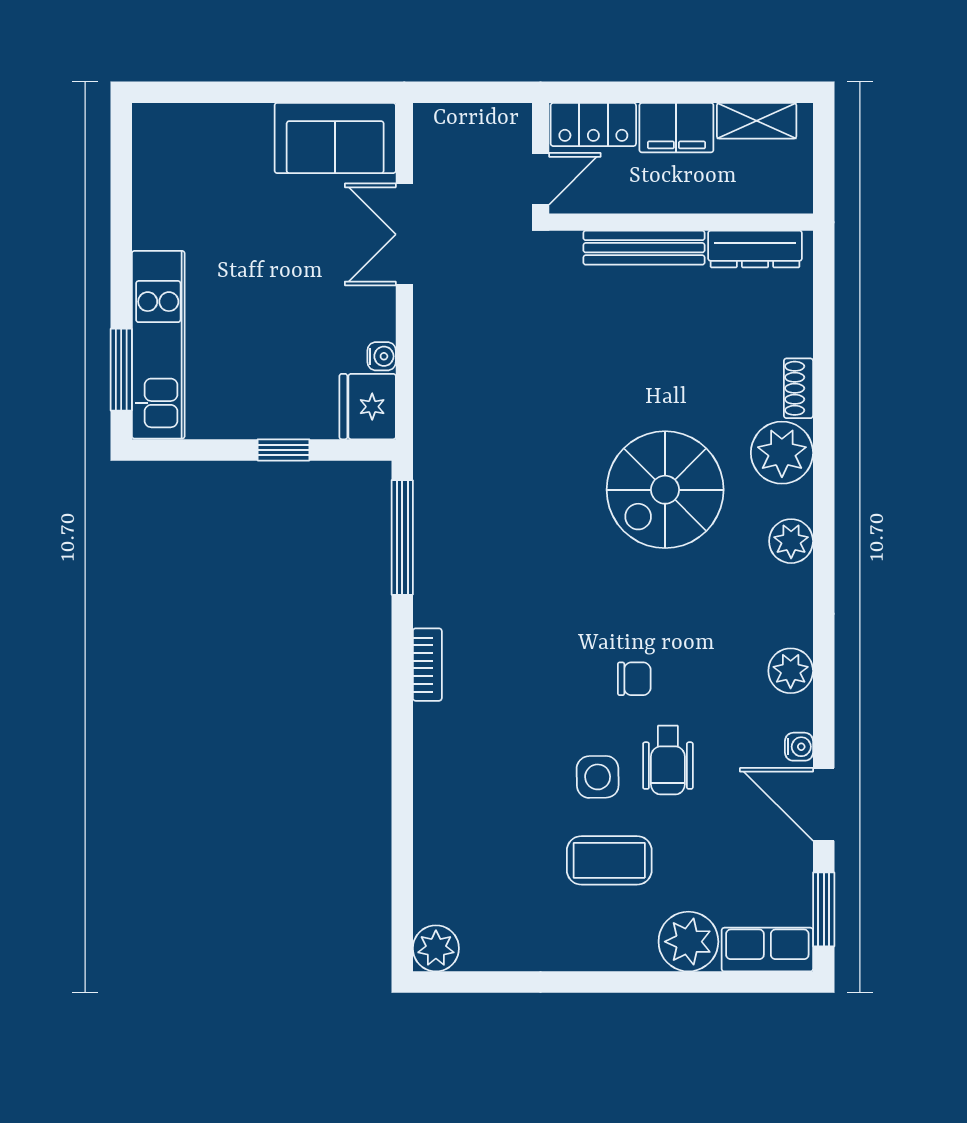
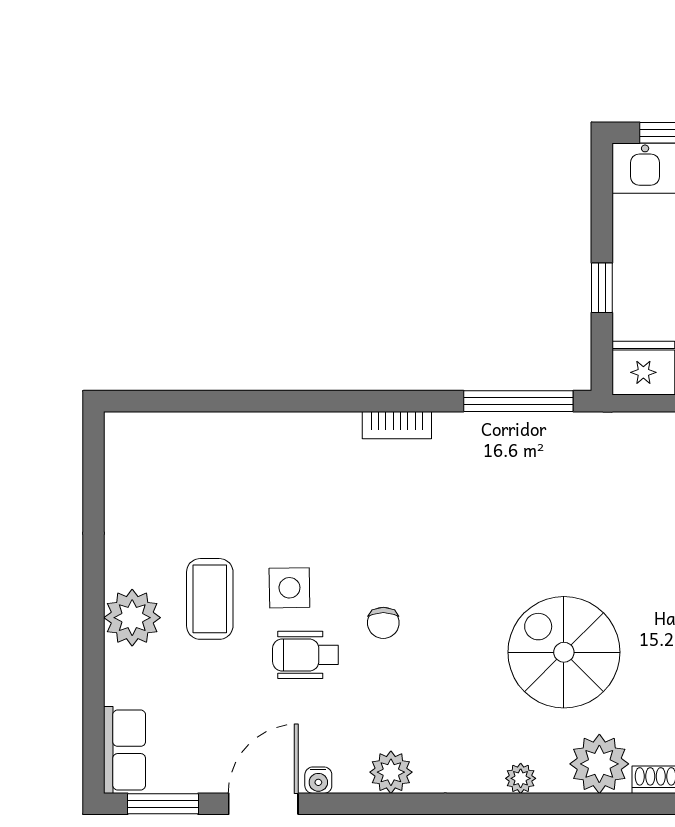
plant: (791, 541) -> (521, 778), width x0.73, depth x0.73
plant: (688, 942) -> (132, 618), moved
plant: (436, 948) -> (126, 433), removed

